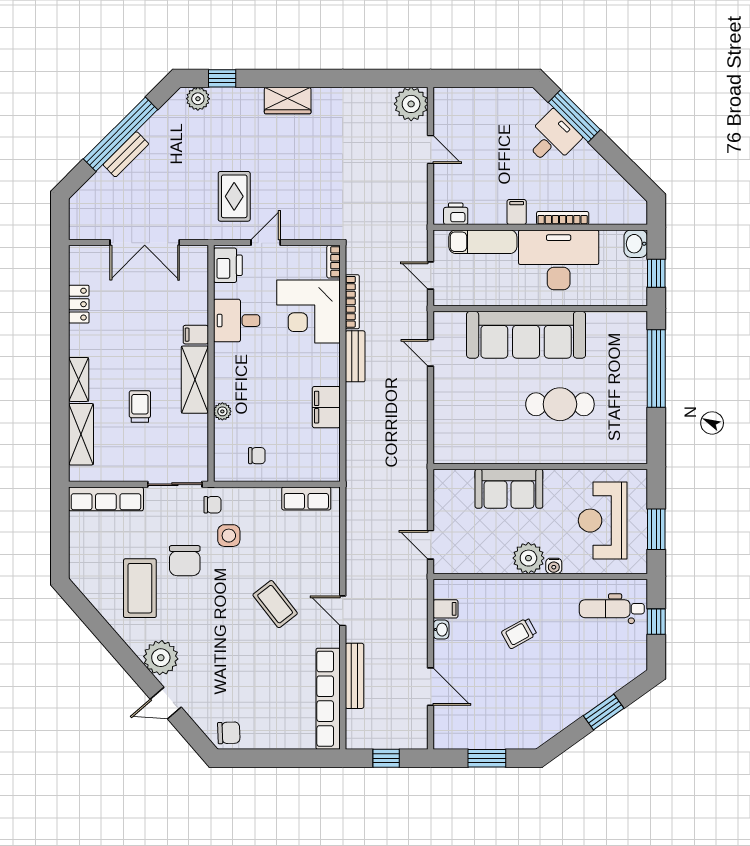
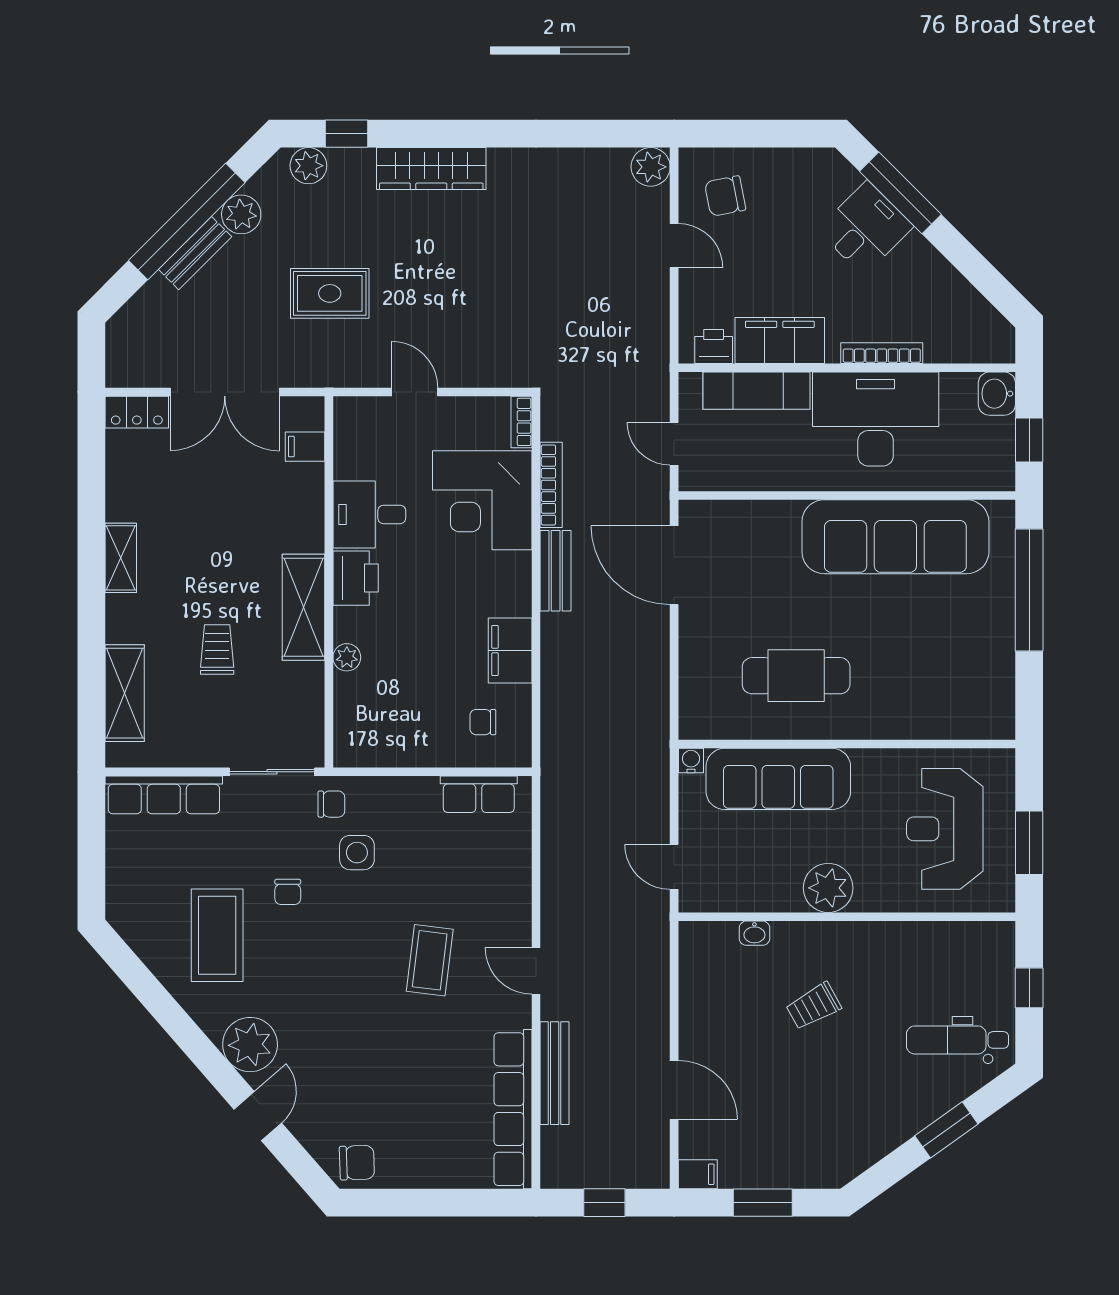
wardrobe: (288, 101) -> (431, 169), width x1.50
plant: (411, 104) -> (651, 167), width x0.73, depth x0.73
chair: (463, 118) -> (725, 196), added
plant: (155, 130) -> (241, 214), added
rug: (234, 196) -> (330, 293), moved, turned 90
filing cabinet: (517, 212) -> (780, 341), width x3.00, depth x1.17
door: (266, 243) -> (415, 392), hinge flipped
printer: (228, 265) -> (356, 578), moved
locker: (79, 304) -> (137, 412), moved, turned 90
filing cabinet: (196, 335) -> (305, 447), moved
sofa: (526, 335) -> (895, 537), moved
door: (431, 353) -> (674, 565), width x1.88
shelving: (79, 379) -> (121, 558), moved
cafe table: (560, 404) -> (796, 676), moved
chair: (257, 456) -> (483, 722), moved, turned 180
sofa: (509, 489) -> (778, 779), width x1.36
chair: (185, 561) -> (288, 892), width x0.54, depth x0.54
water cooler: (554, 566) -> (691, 761), moved, turned 180
coffee table: (275, 604) -> (430, 960), turned 45
filing cabinet: (446, 609) -> (698, 1174), moved
dental chair: (612, 609) -> (957, 1040), moved
washbasin: (441, 630) -> (754, 933), moved, turned 90
door: (166, 703) -> (258, 1116), swing flipped

